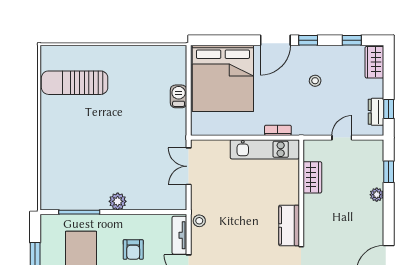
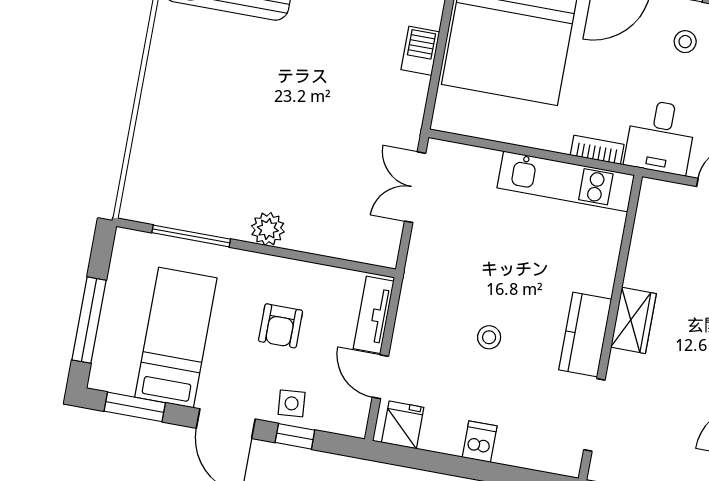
stool: (315, 81) -> (685, 42), moved
desk: (309, 118) -> (660, 137), added
wardrobe: (312, 177) -> (634, 320), moved
stool: (199, 221) -> (489, 337), moved

